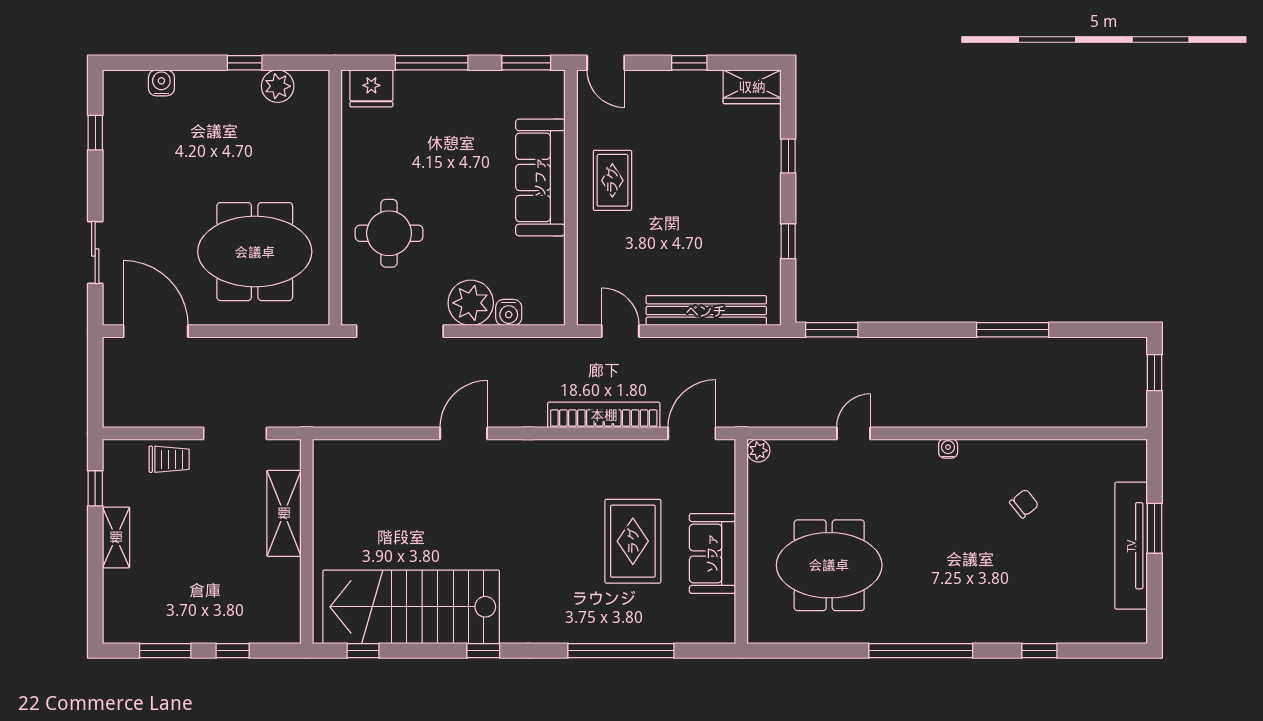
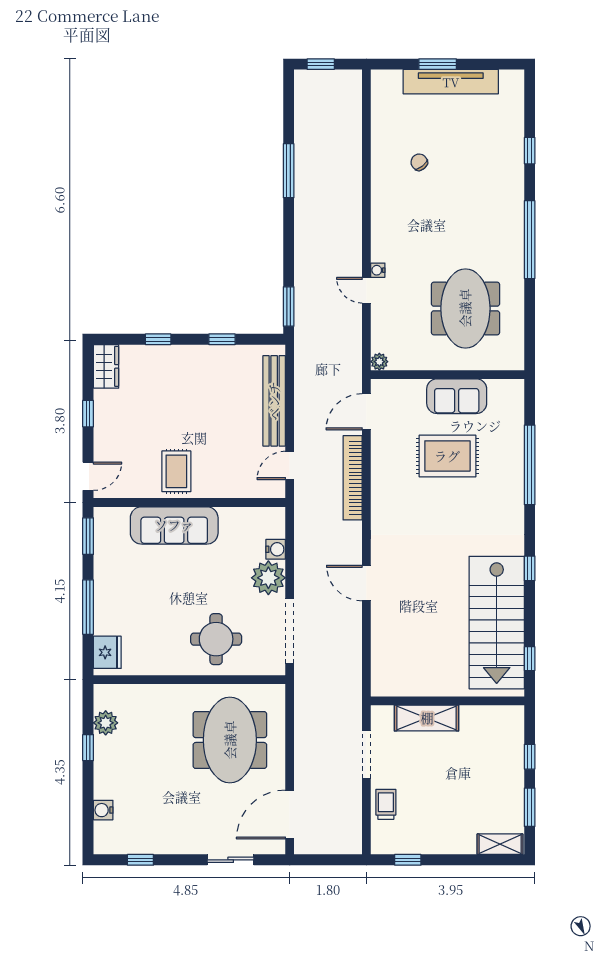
rug: (612, 180) -> (176, 471), turned 90
door: (692, 433) -> (366, 412), hinge flipped
water cooler: (948, 449) -> (378, 270), moved
shelving: (116, 537) -> (500, 844), moved

